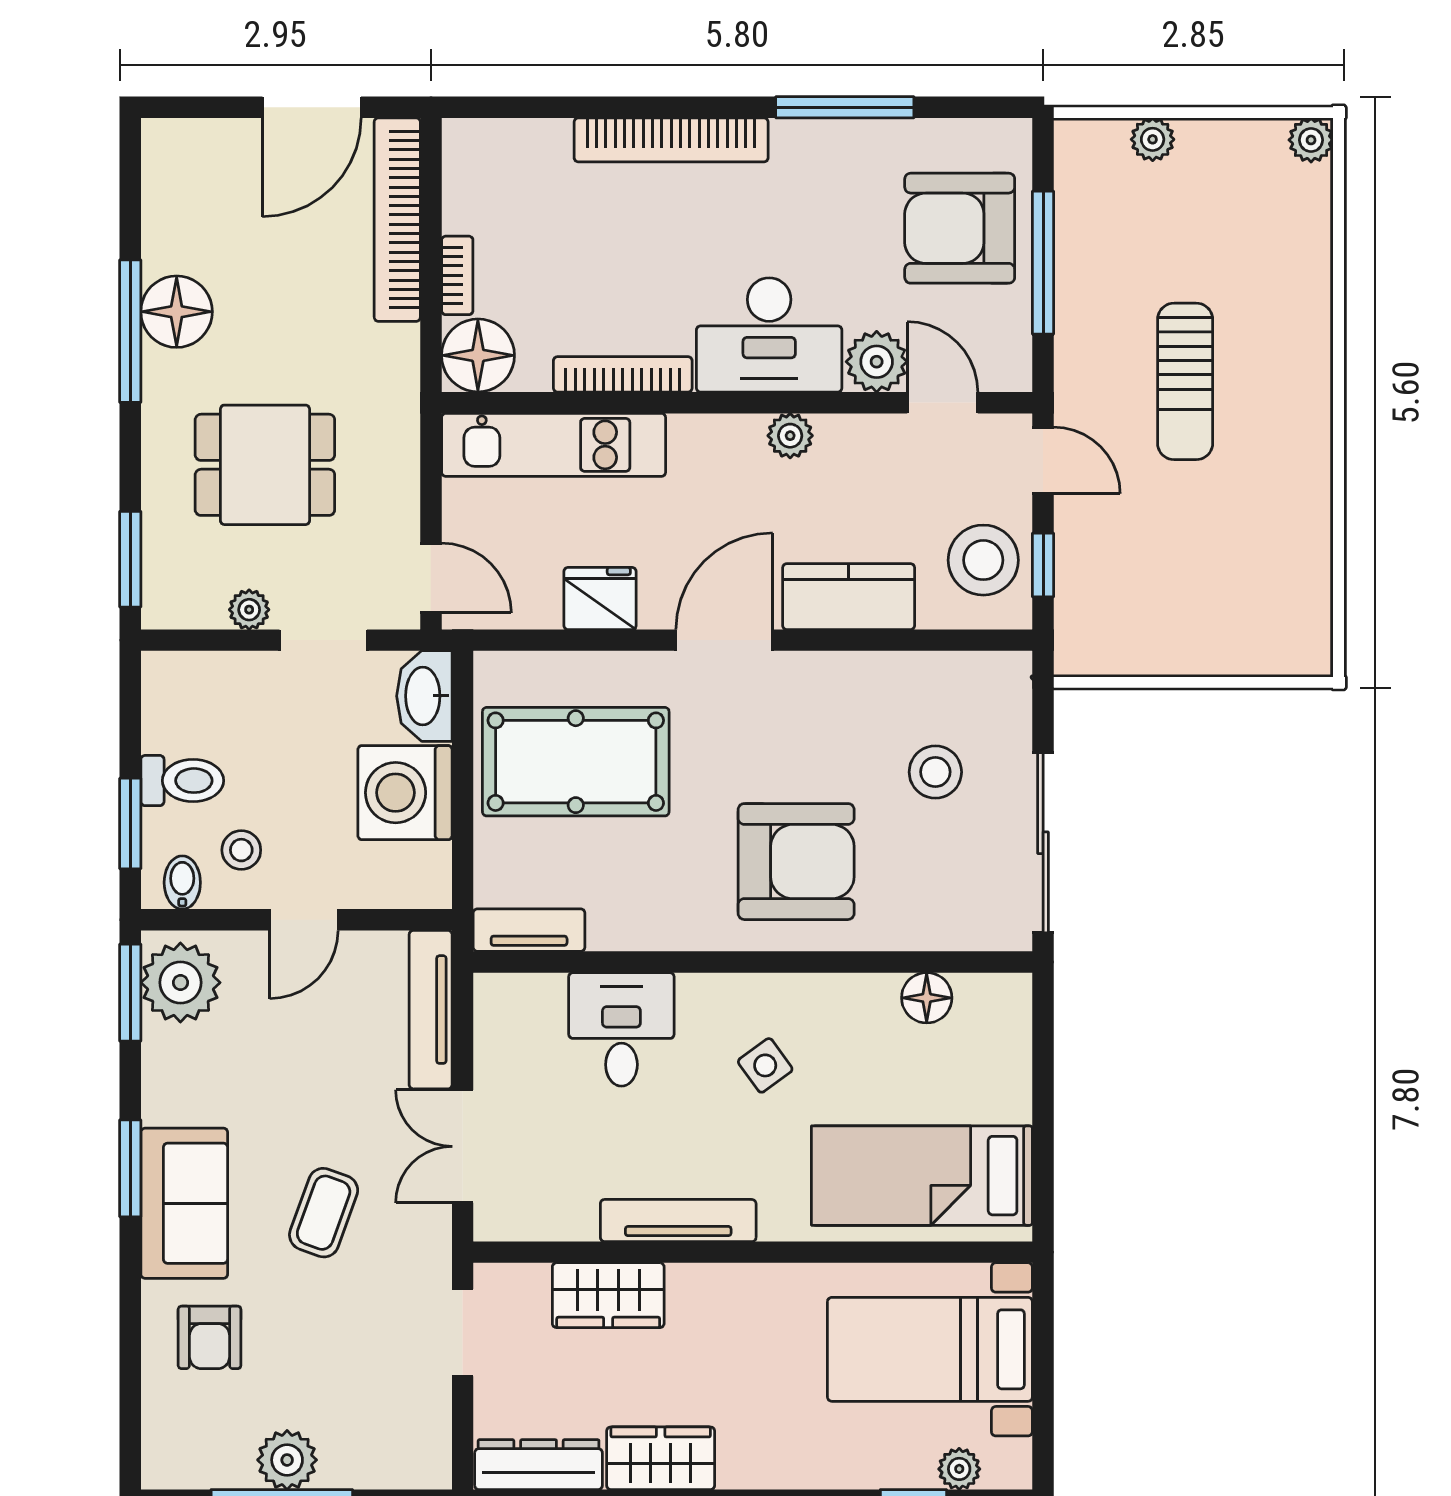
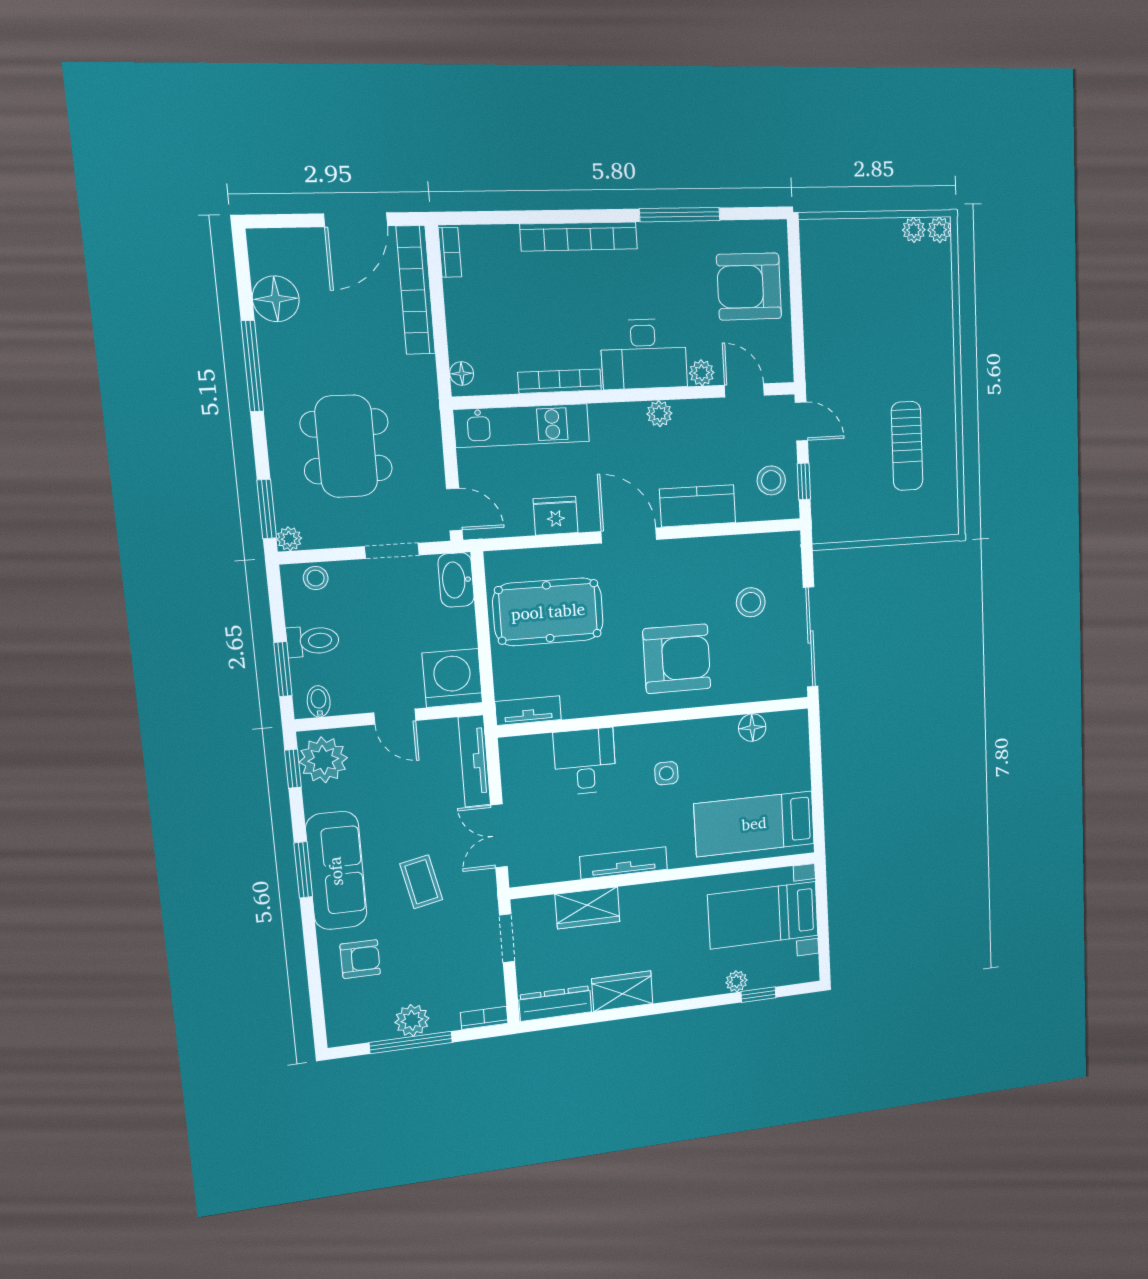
plant: (1153, 139) -> (914, 230), moved
window: (1043, 263) -> (796, 306), removed
bookcase: (457, 275) -> (450, 252), moved
floor lamp: (177, 312) -> (276, 299), moved
floor lamp: (478, 355) -> (462, 374), width x0.53, depth x0.53
plant: (877, 362) -> (702, 373), width x0.73, depth x0.73
sun lounger: (1185, 381) -> (907, 446), moved
dining table: (265, 465) -> (346, 446), width x1.37
stool: (983, 560) -> (771, 480), width x0.73, depth x0.73
plant: (249, 610) -> (289, 539), moved
door: (724, 640) -> (629, 535), hinge flipped
washing machine: (405, 793) -> (452, 678), moved, turned 90
stool: (241, 850) -> (316, 578), moved
door: (304, 920) -> (395, 717), hinge flipped
window: (130, 993) -> (293, 769), width x0.67
side table: (765, 1065) -> (666, 773), turned 36
sofa: (184, 1203) -> (336, 871), width x1.36
coffee table: (324, 1213) -> (421, 882), turned -32
armchair: (210, 1337) -> (360, 959), turned -90
plant: (959, 1469) -> (736, 981), moved
bookcase: (412, 1473) -> (484, 1018), added

